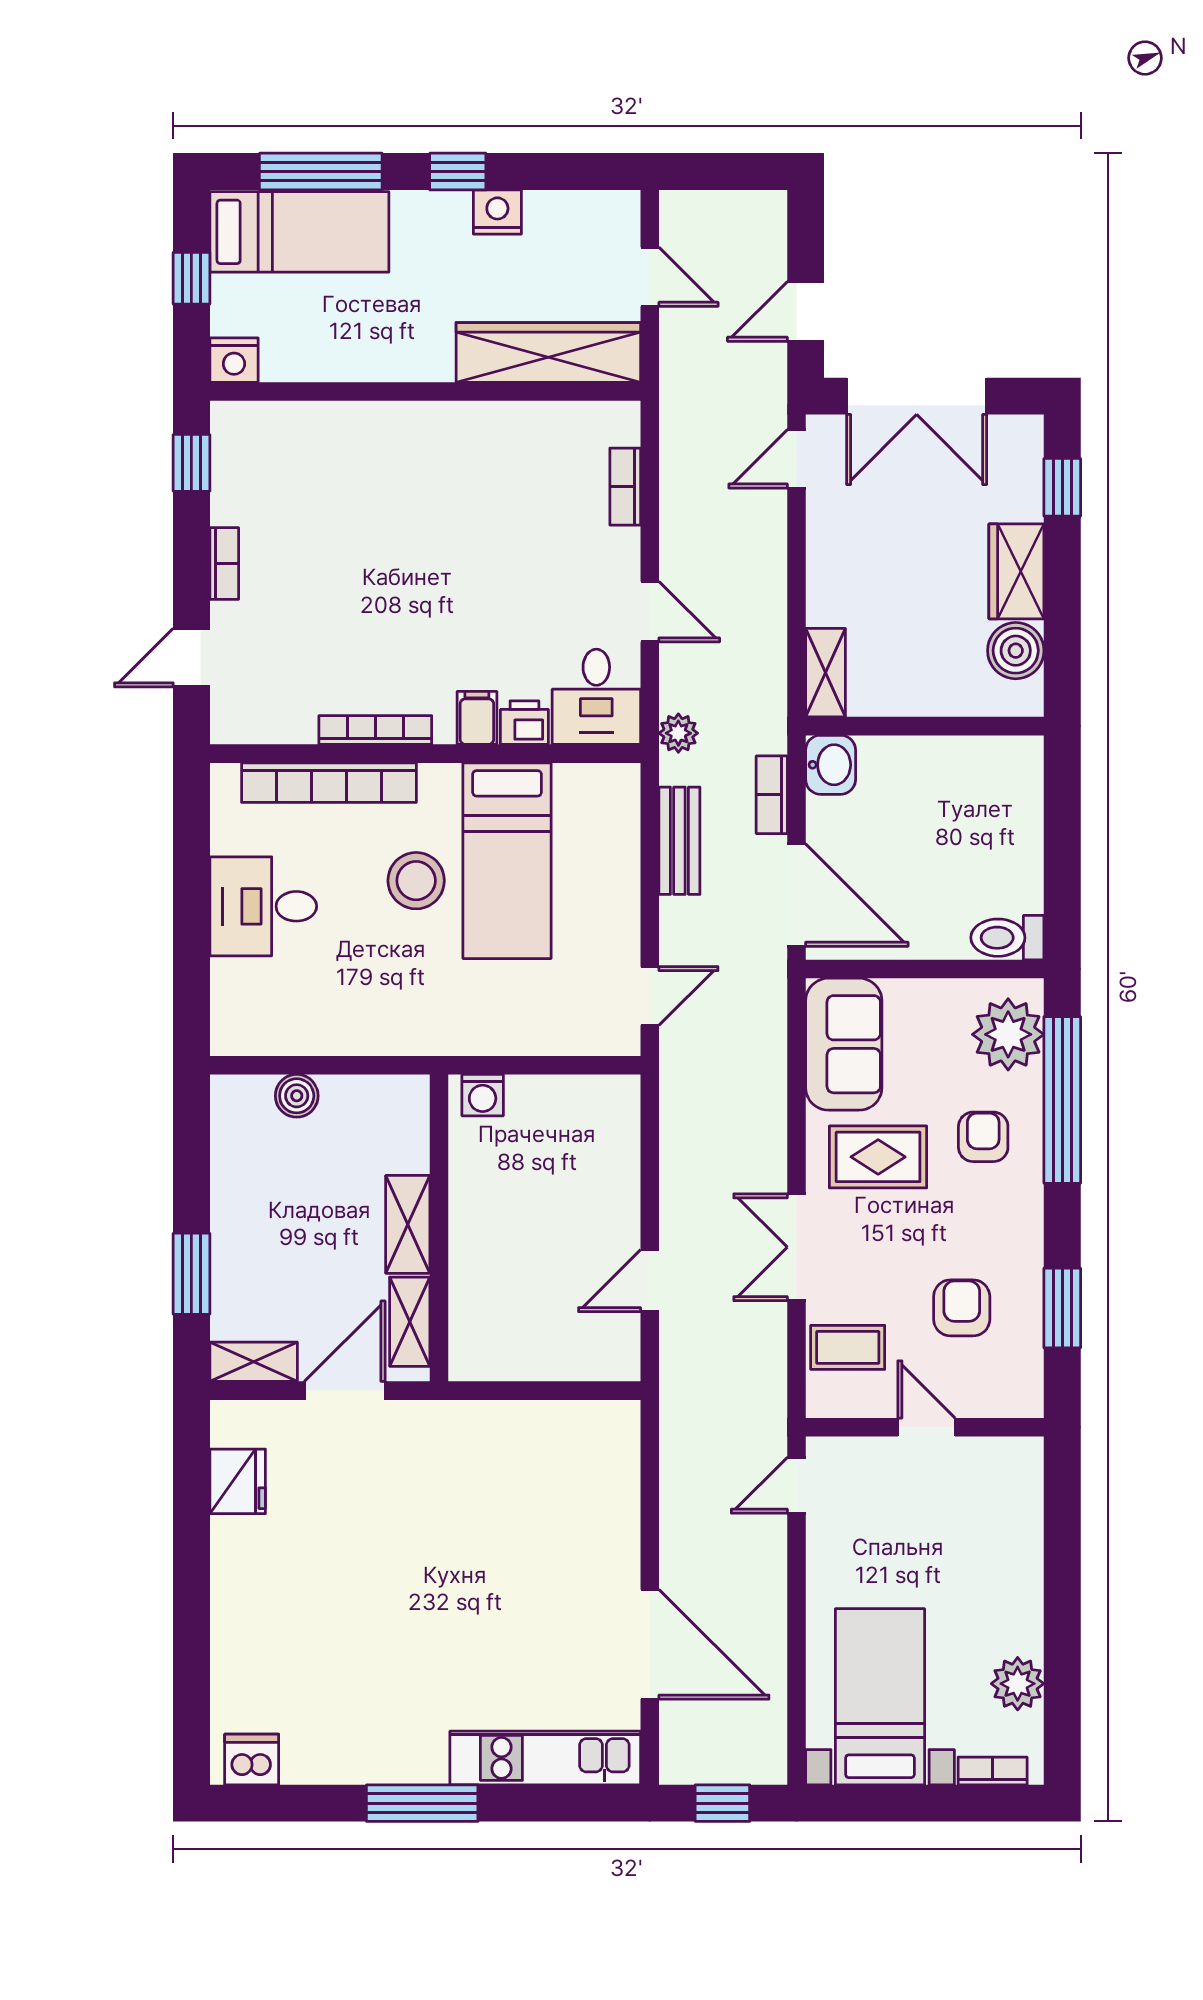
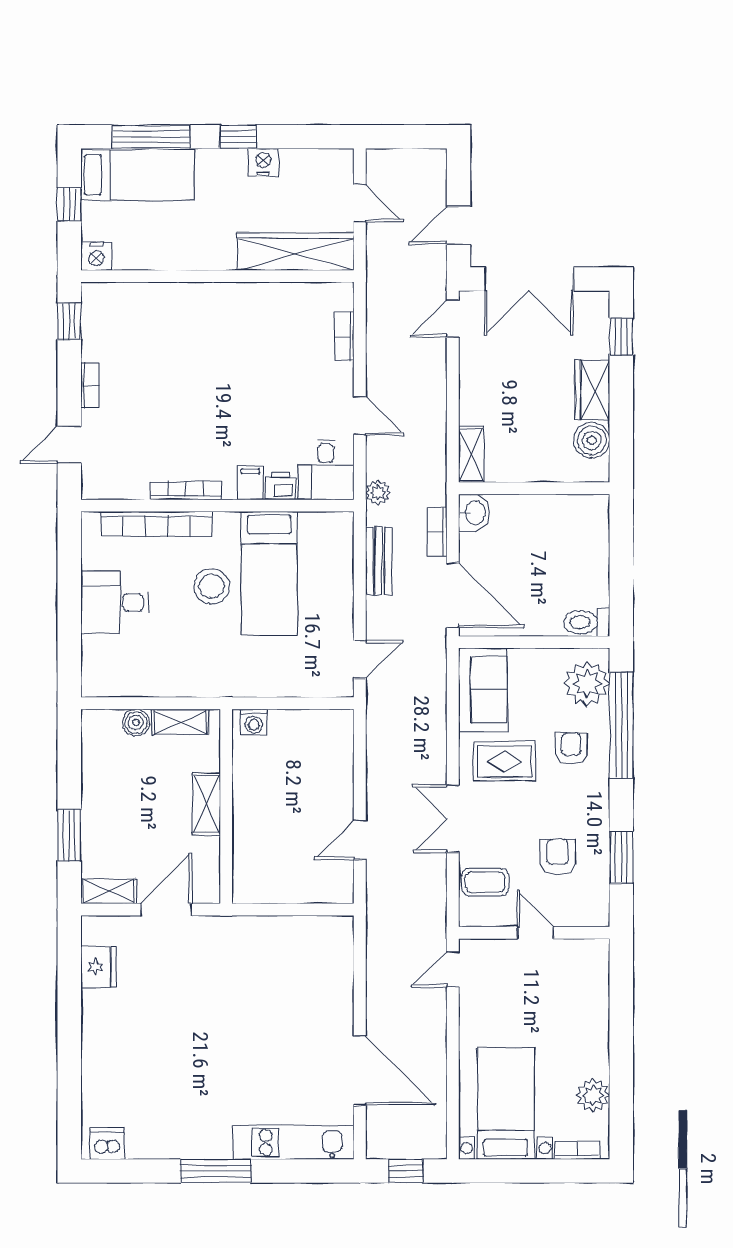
shelving: (410, 1322) -> (180, 722), moved, turned 90

